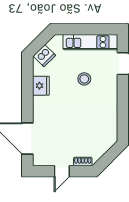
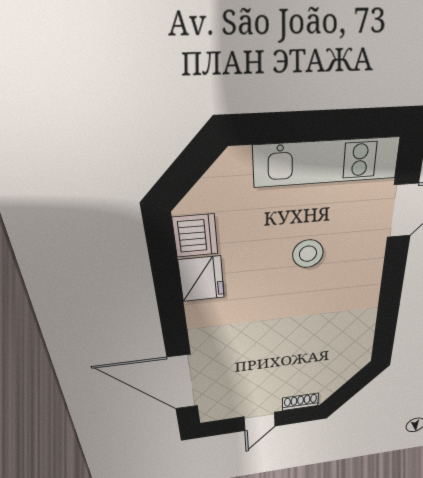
dishwasher: (44, 56) -> (195, 236), moved, turned -45

